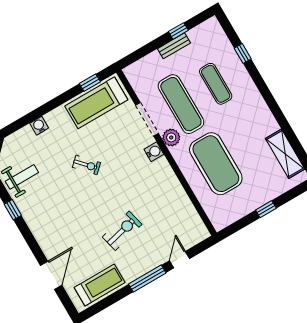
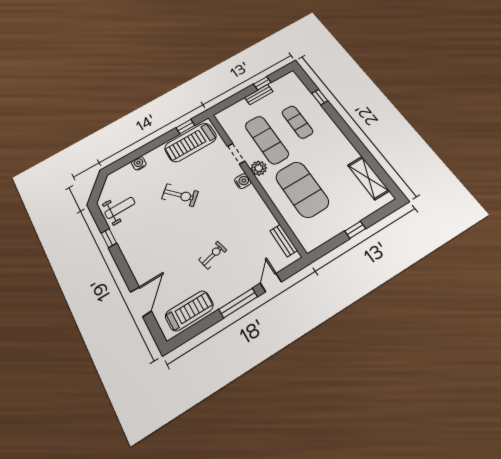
doorway: (147, 119) -> (236, 154), width x0.73
exercise bike: (86, 165) -> (180, 195), width x1.38, depth x1.39
bench: (194, 218) -> (284, 241), added
exercise bike: (122, 231) -> (213, 255), width x0.73, depth x0.72

